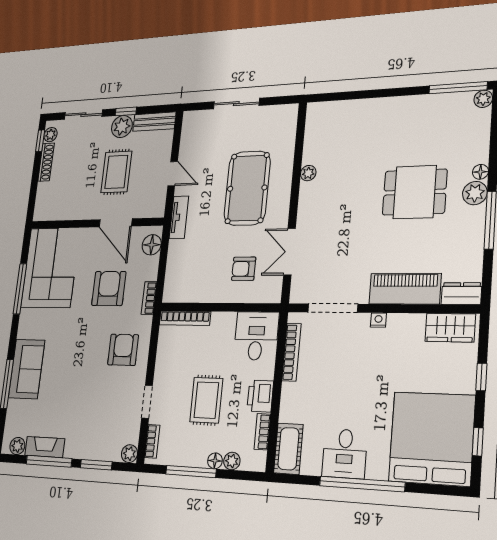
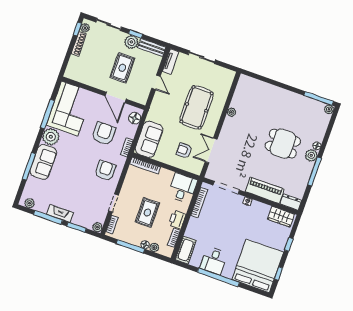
tv unit: (179, 217) -> (171, 62), moved
sofa: (182, 271) -> (149, 139), added
plant: (31, 324) -> (51, 137), added
fireplace: (45, 447) -> (60, 213), moved

